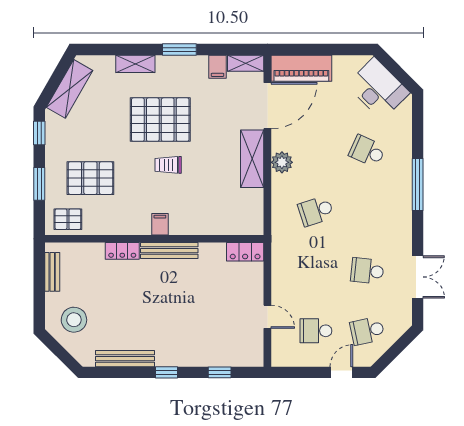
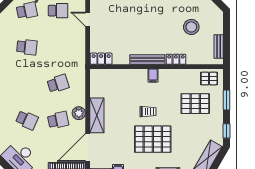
school desk: (316, 151) -> (58, 120), added
stool: (74, 320) -> (191, 27), moved

